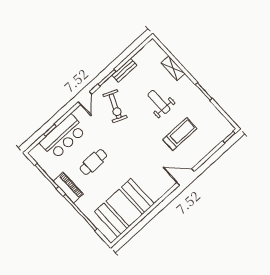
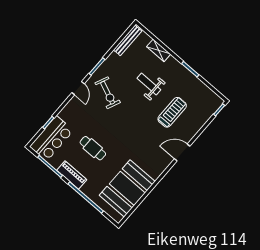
bench: (124, 70) -> (128, 40), moved, width x1.36
bar counter: (63, 137) -> (52, 138), moved
cafe table: (93, 162) -> (93, 148), turned 90

